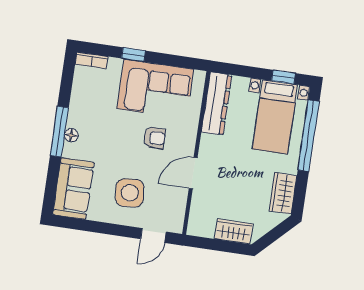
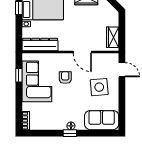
window: (133, 55) -> (19, 75), moved
window: (59, 132) -> (70, 133), width x0.46
wardrobe: (234, 231) -> (113, 37), moved

